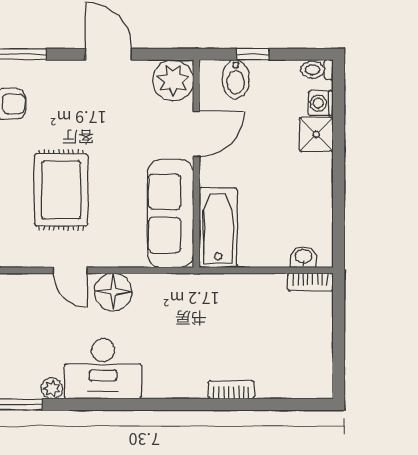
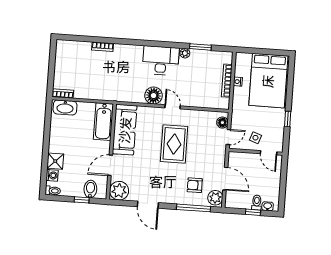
washbasin: (303, 257) -> (65, 107), width x1.91, depth x1.45

